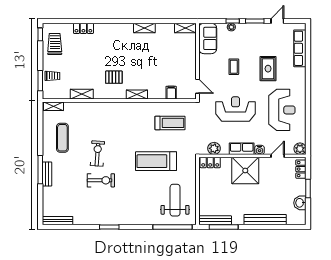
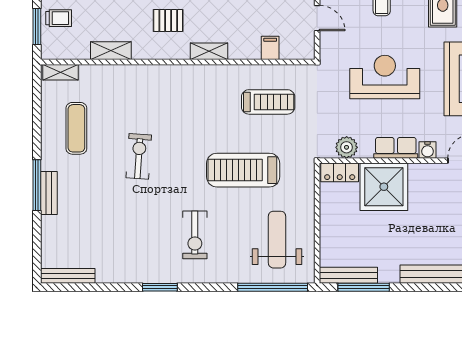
door: (198, 86) -> (317, 18), moved
shower: (245, 171) -> (384, 187), moved
exercise bike: (101, 180) -> (195, 235), moved, turned 90

